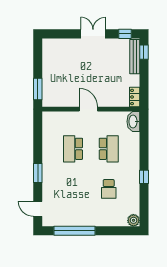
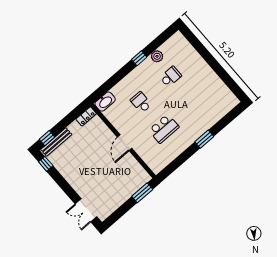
double door: (93, 34) -> (86, 210), moved
school desk: (109, 149) -> (141, 102), width x0.54
door: (38, 209) -> (231, 116), removed
plant: (133, 220) -> (157, 56), moved
window: (75, 231) -> (223, 75), removed

